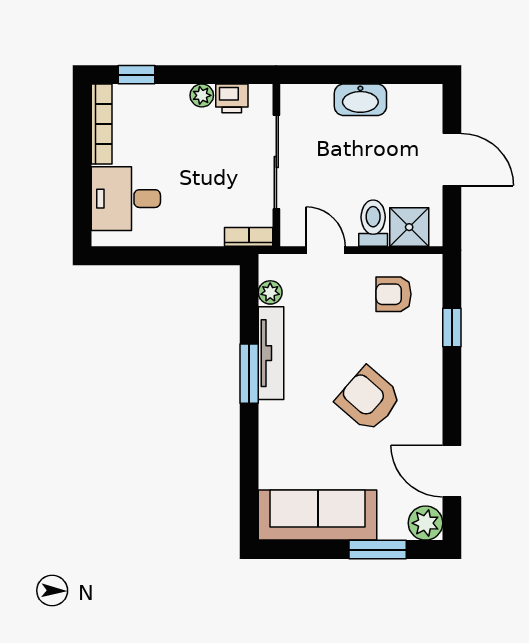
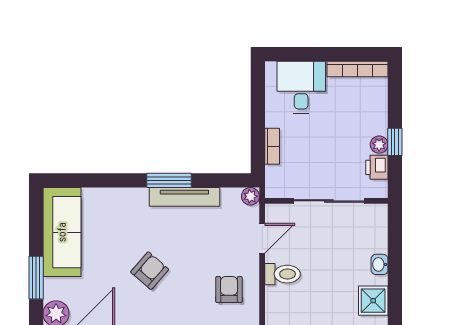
window: (137, 75) -> (395, 142), moved
washbasin: (360, 100) -> (380, 264), width x0.52, depth x0.69
shower: (409, 227) -> (373, 301), moved
bookcase: (249, 237) -> (272, 146), moved
plant: (270, 292) -> (250, 196), moved
armchair: (369, 399) -> (150, 271), width x0.72, depth x0.72

